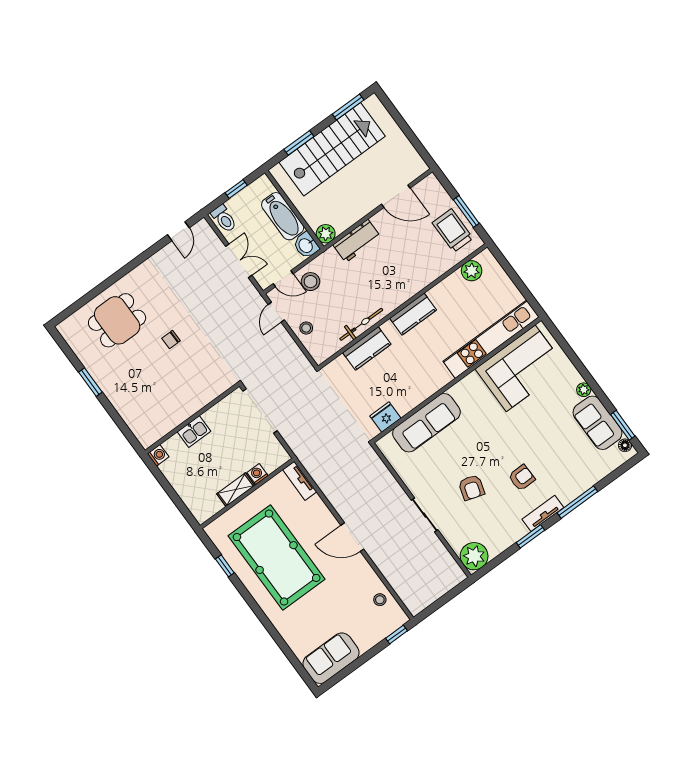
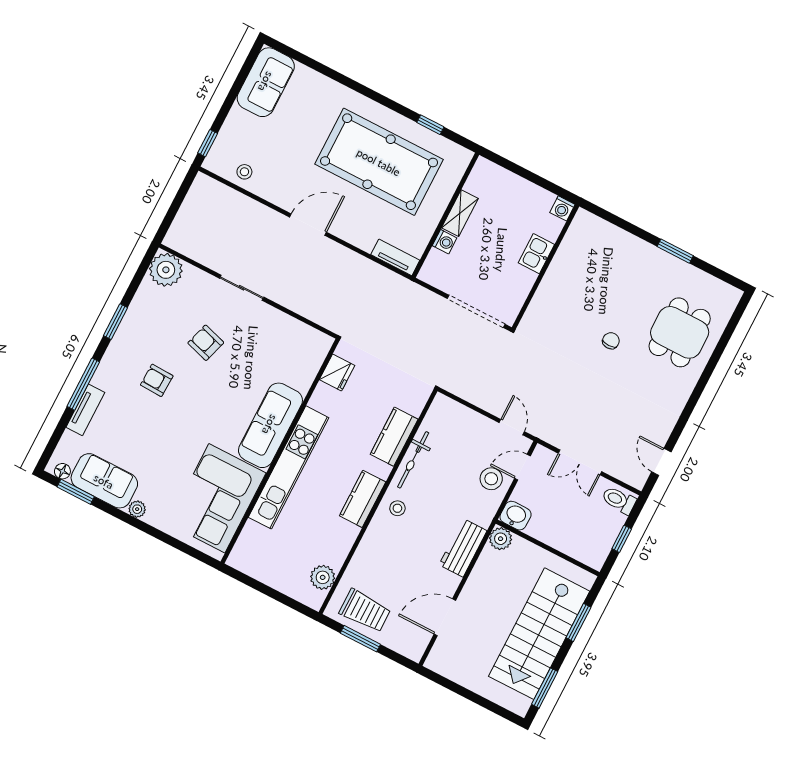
bathtub: (283, 216) -> (557, 534), removed
stool: (306, 328) -> (397, 508), moved
kitchen unit: (491, 339) -> (289, 467), moved
sofa: (426, 423) -> (270, 425), moved
armchair: (522, 478) -> (157, 380), turned 93
tv unit: (543, 513) -> (85, 410), moved

